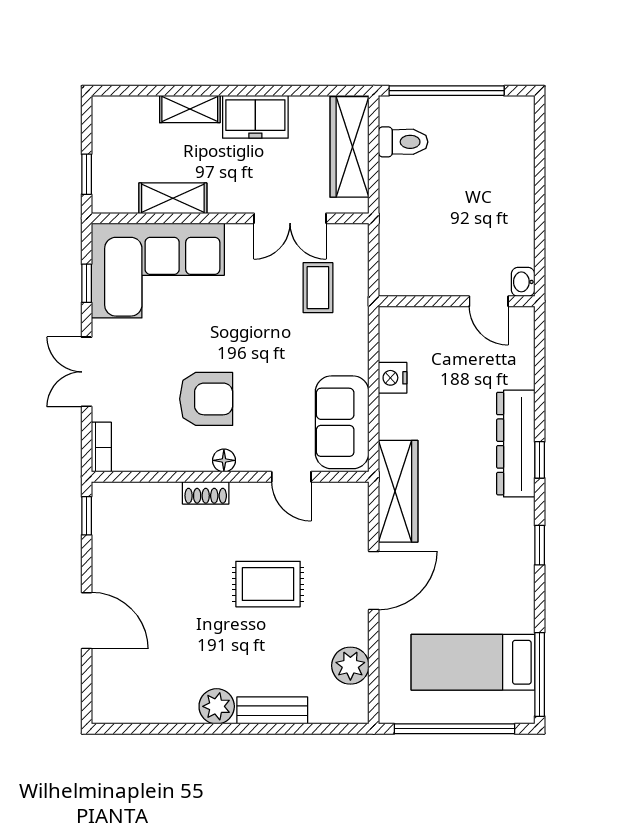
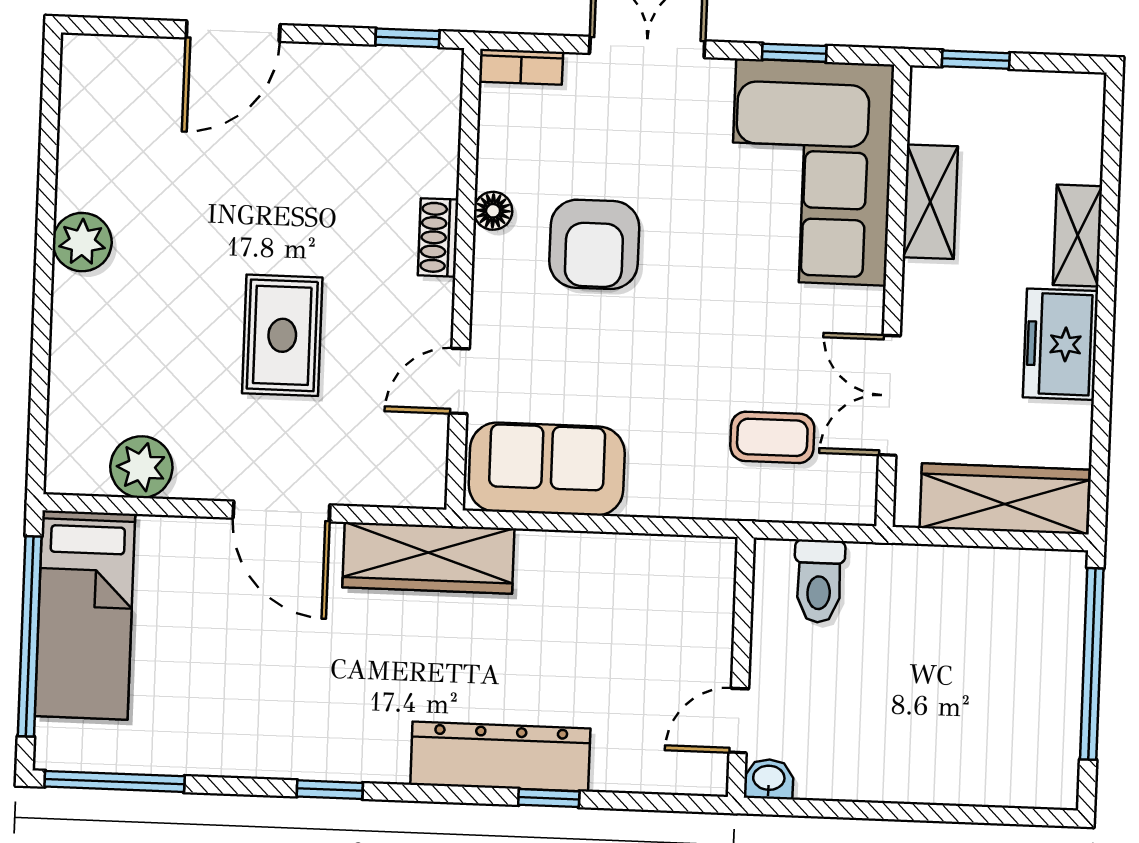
toilet: (403, 142) -> (819, 581), moved
nightstand: (393, 378) -> (617, 556), removed
floor lamp: (224, 460) -> (493, 211), moved
window: (540, 460) -> (549, 798), moved
bed: (473, 662) -> (85, 615), moved, turned 180
bench: (272, 710) -> (72, 334), removed

